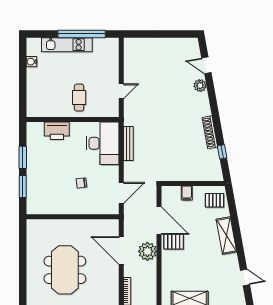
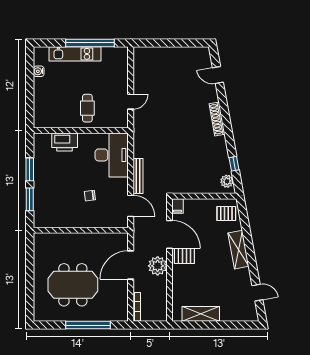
plant: (200, 85) -> (227, 181), moved
shoe rack: (210, 132) -> (217, 119), moved
bench: (128, 144) -> (138, 176), moved
door: (121, 193) -> (131, 206), hinge flipped
filing cabinet: (187, 193) -> (177, 206), moved
door: (121, 250) -> (131, 265), hinge flipped
meeting table: (65, 270) -> (73, 285), turned 90

